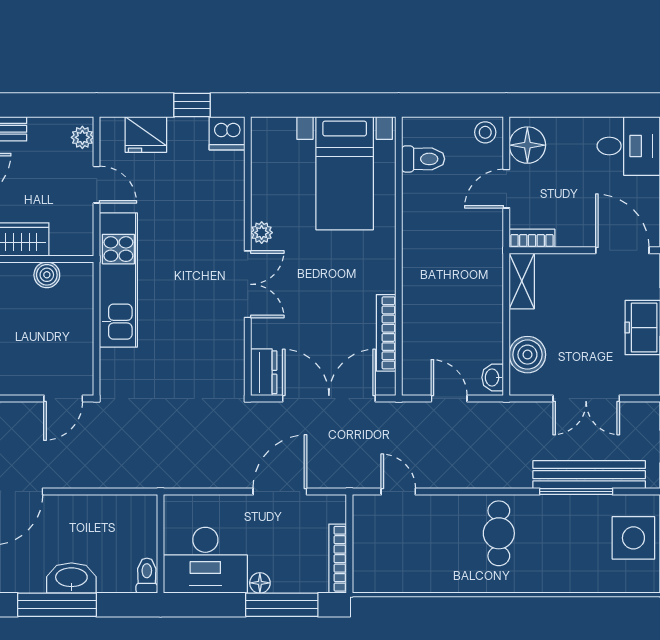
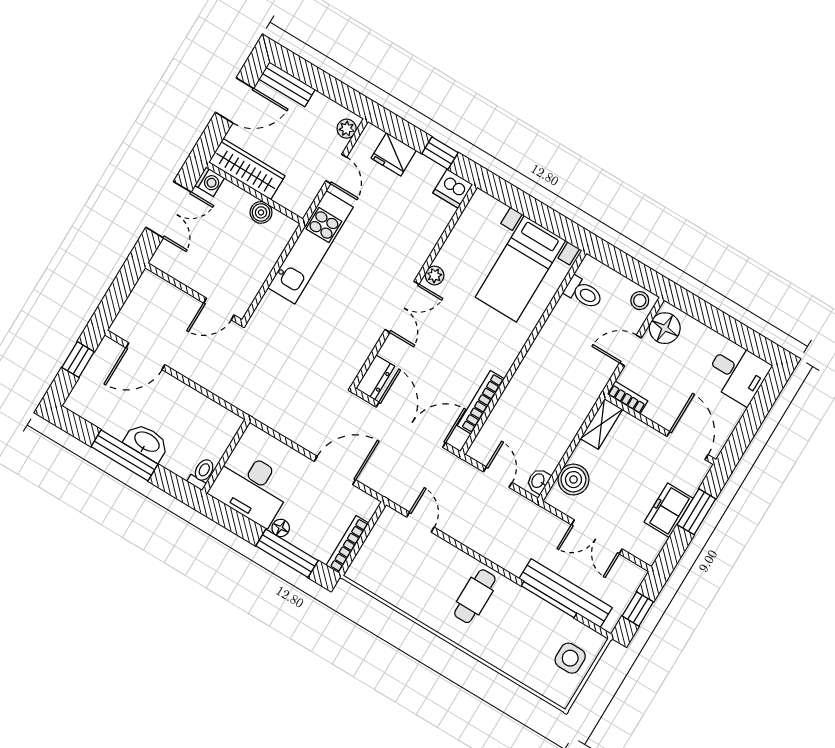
side table: (633, 538) -> (570, 658), width x0.73, depth x0.73

